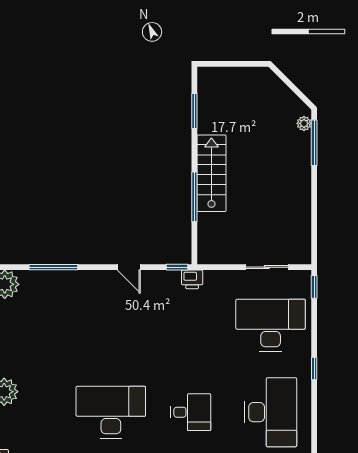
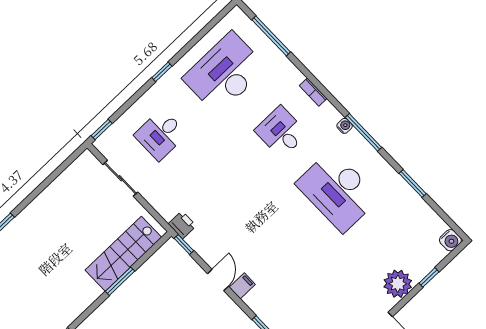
stairs: (211, 173) -> (123, 254), moved
window: (194, 197) -> (120, 281), width x0.69
filing cabinet: (108, 280) -> (242, 286), added
desk: (271, 325) -> (161, 135), width x0.53, depth x0.77

